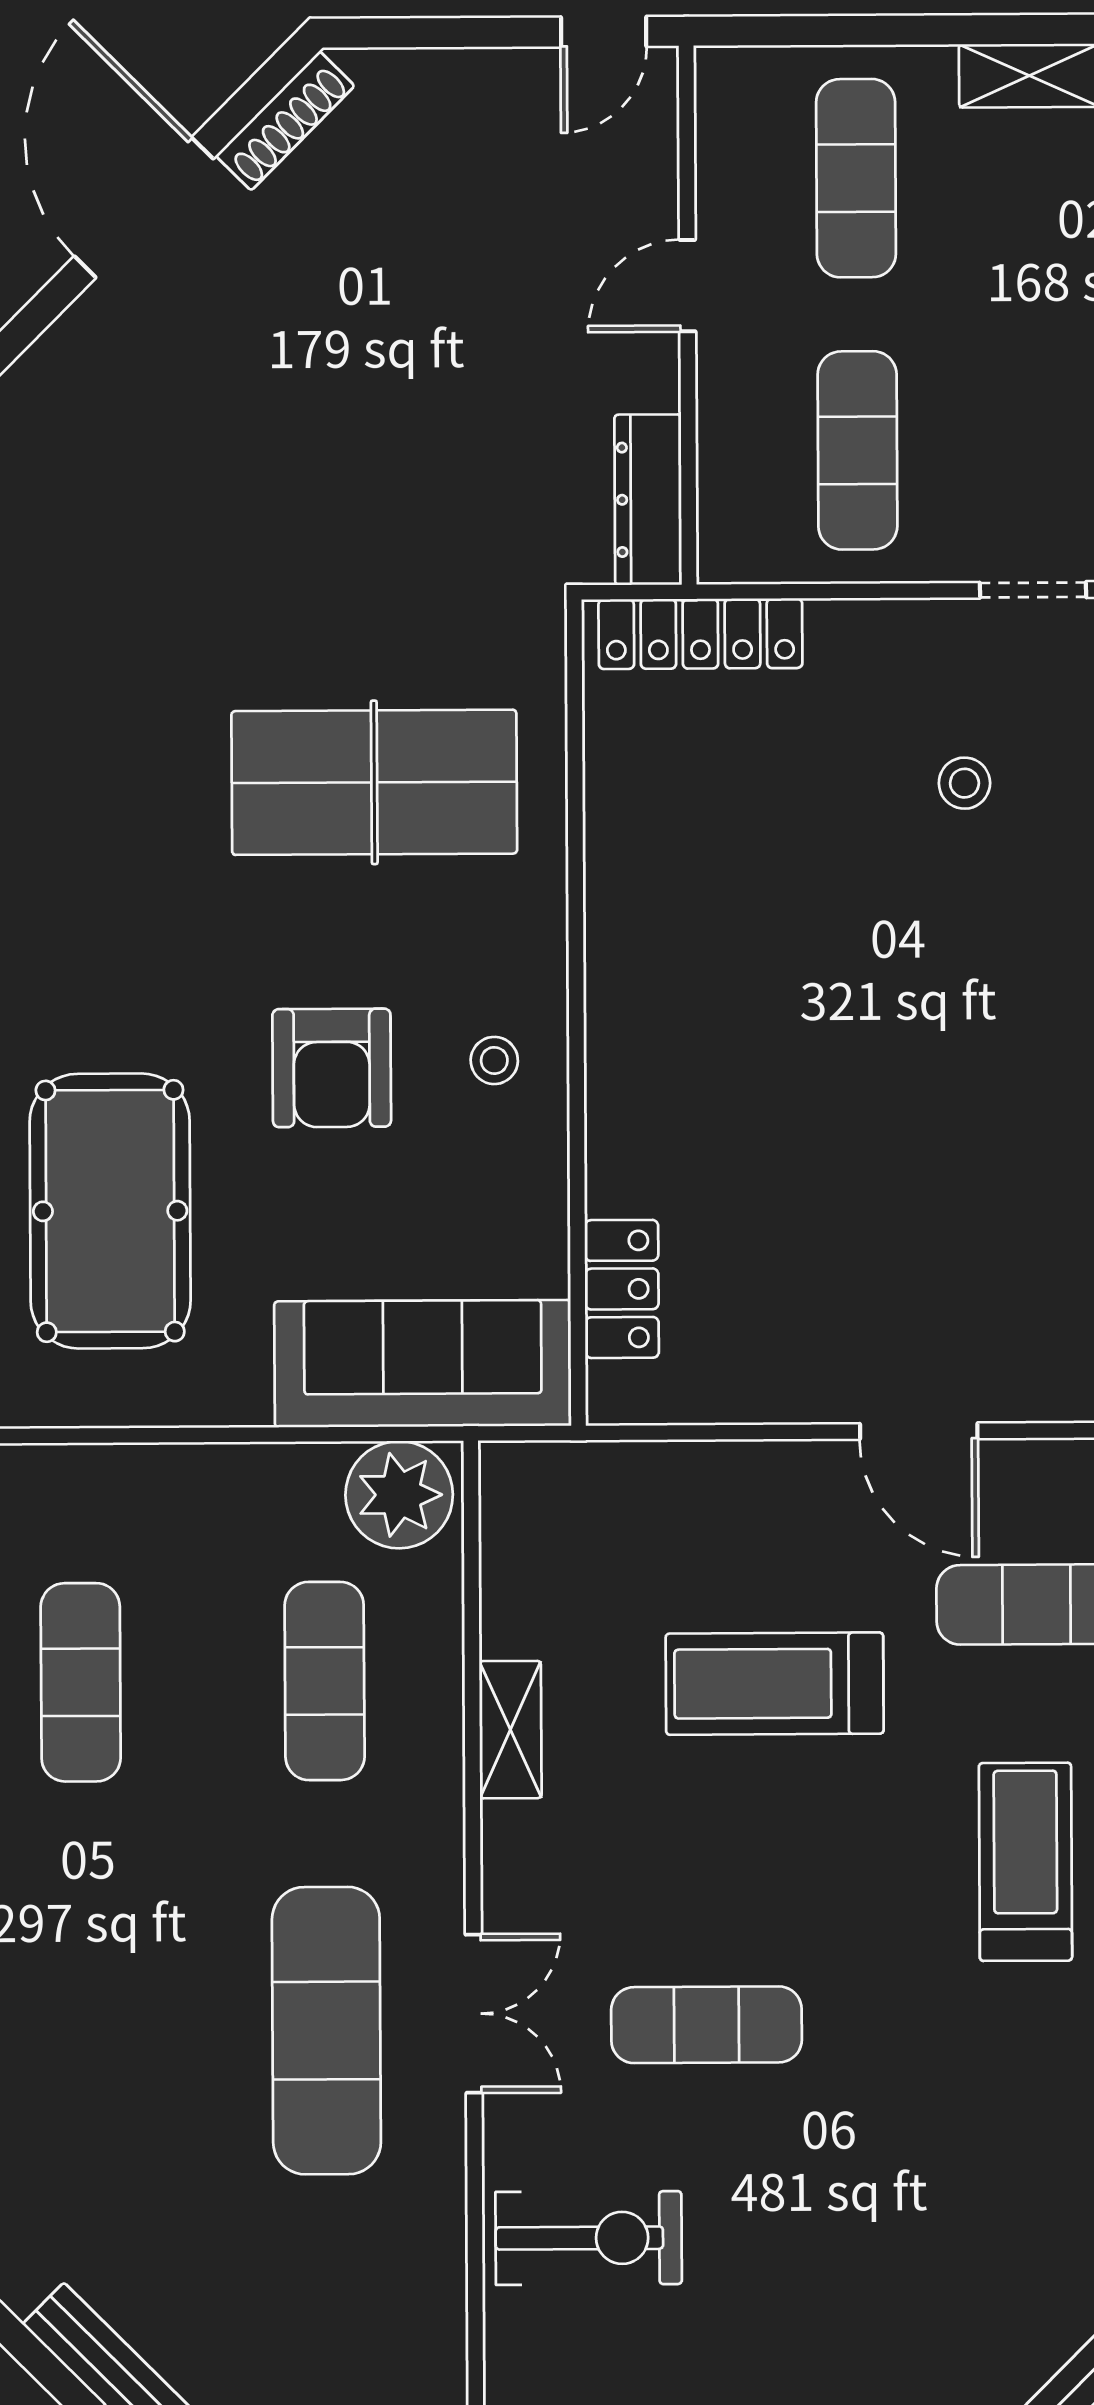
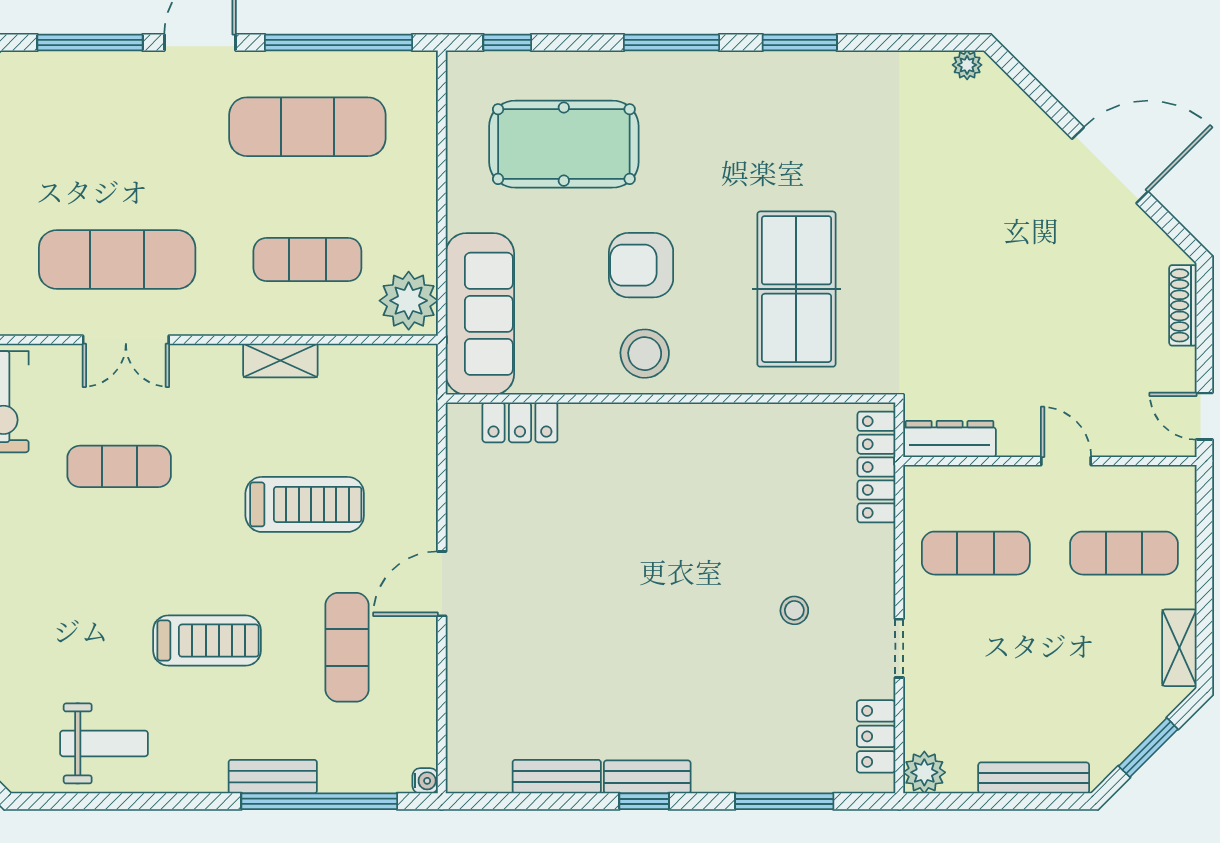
shoe rack: (285, 121) -> (1183, 305), moved, turned 45
stool: (494, 1060) -> (645, 354), width x1.89, depth x1.89
exercise mat: (81, 1682) -> (307, 127), width x1.36, depth x1.45
treadmill: (775, 1684) -> (305, 504), turned 90
exercise mat: (706, 2025) -> (119, 466), turned 90

